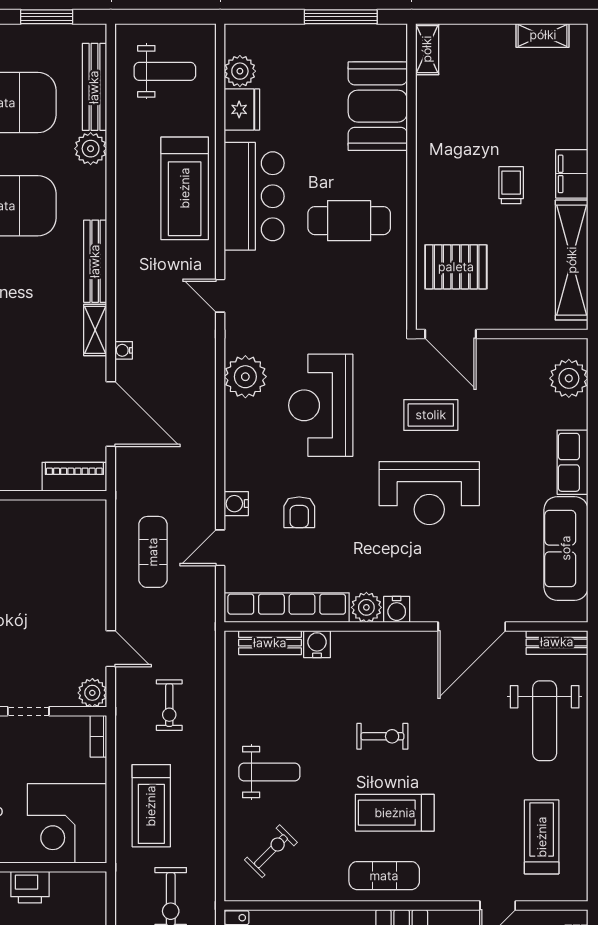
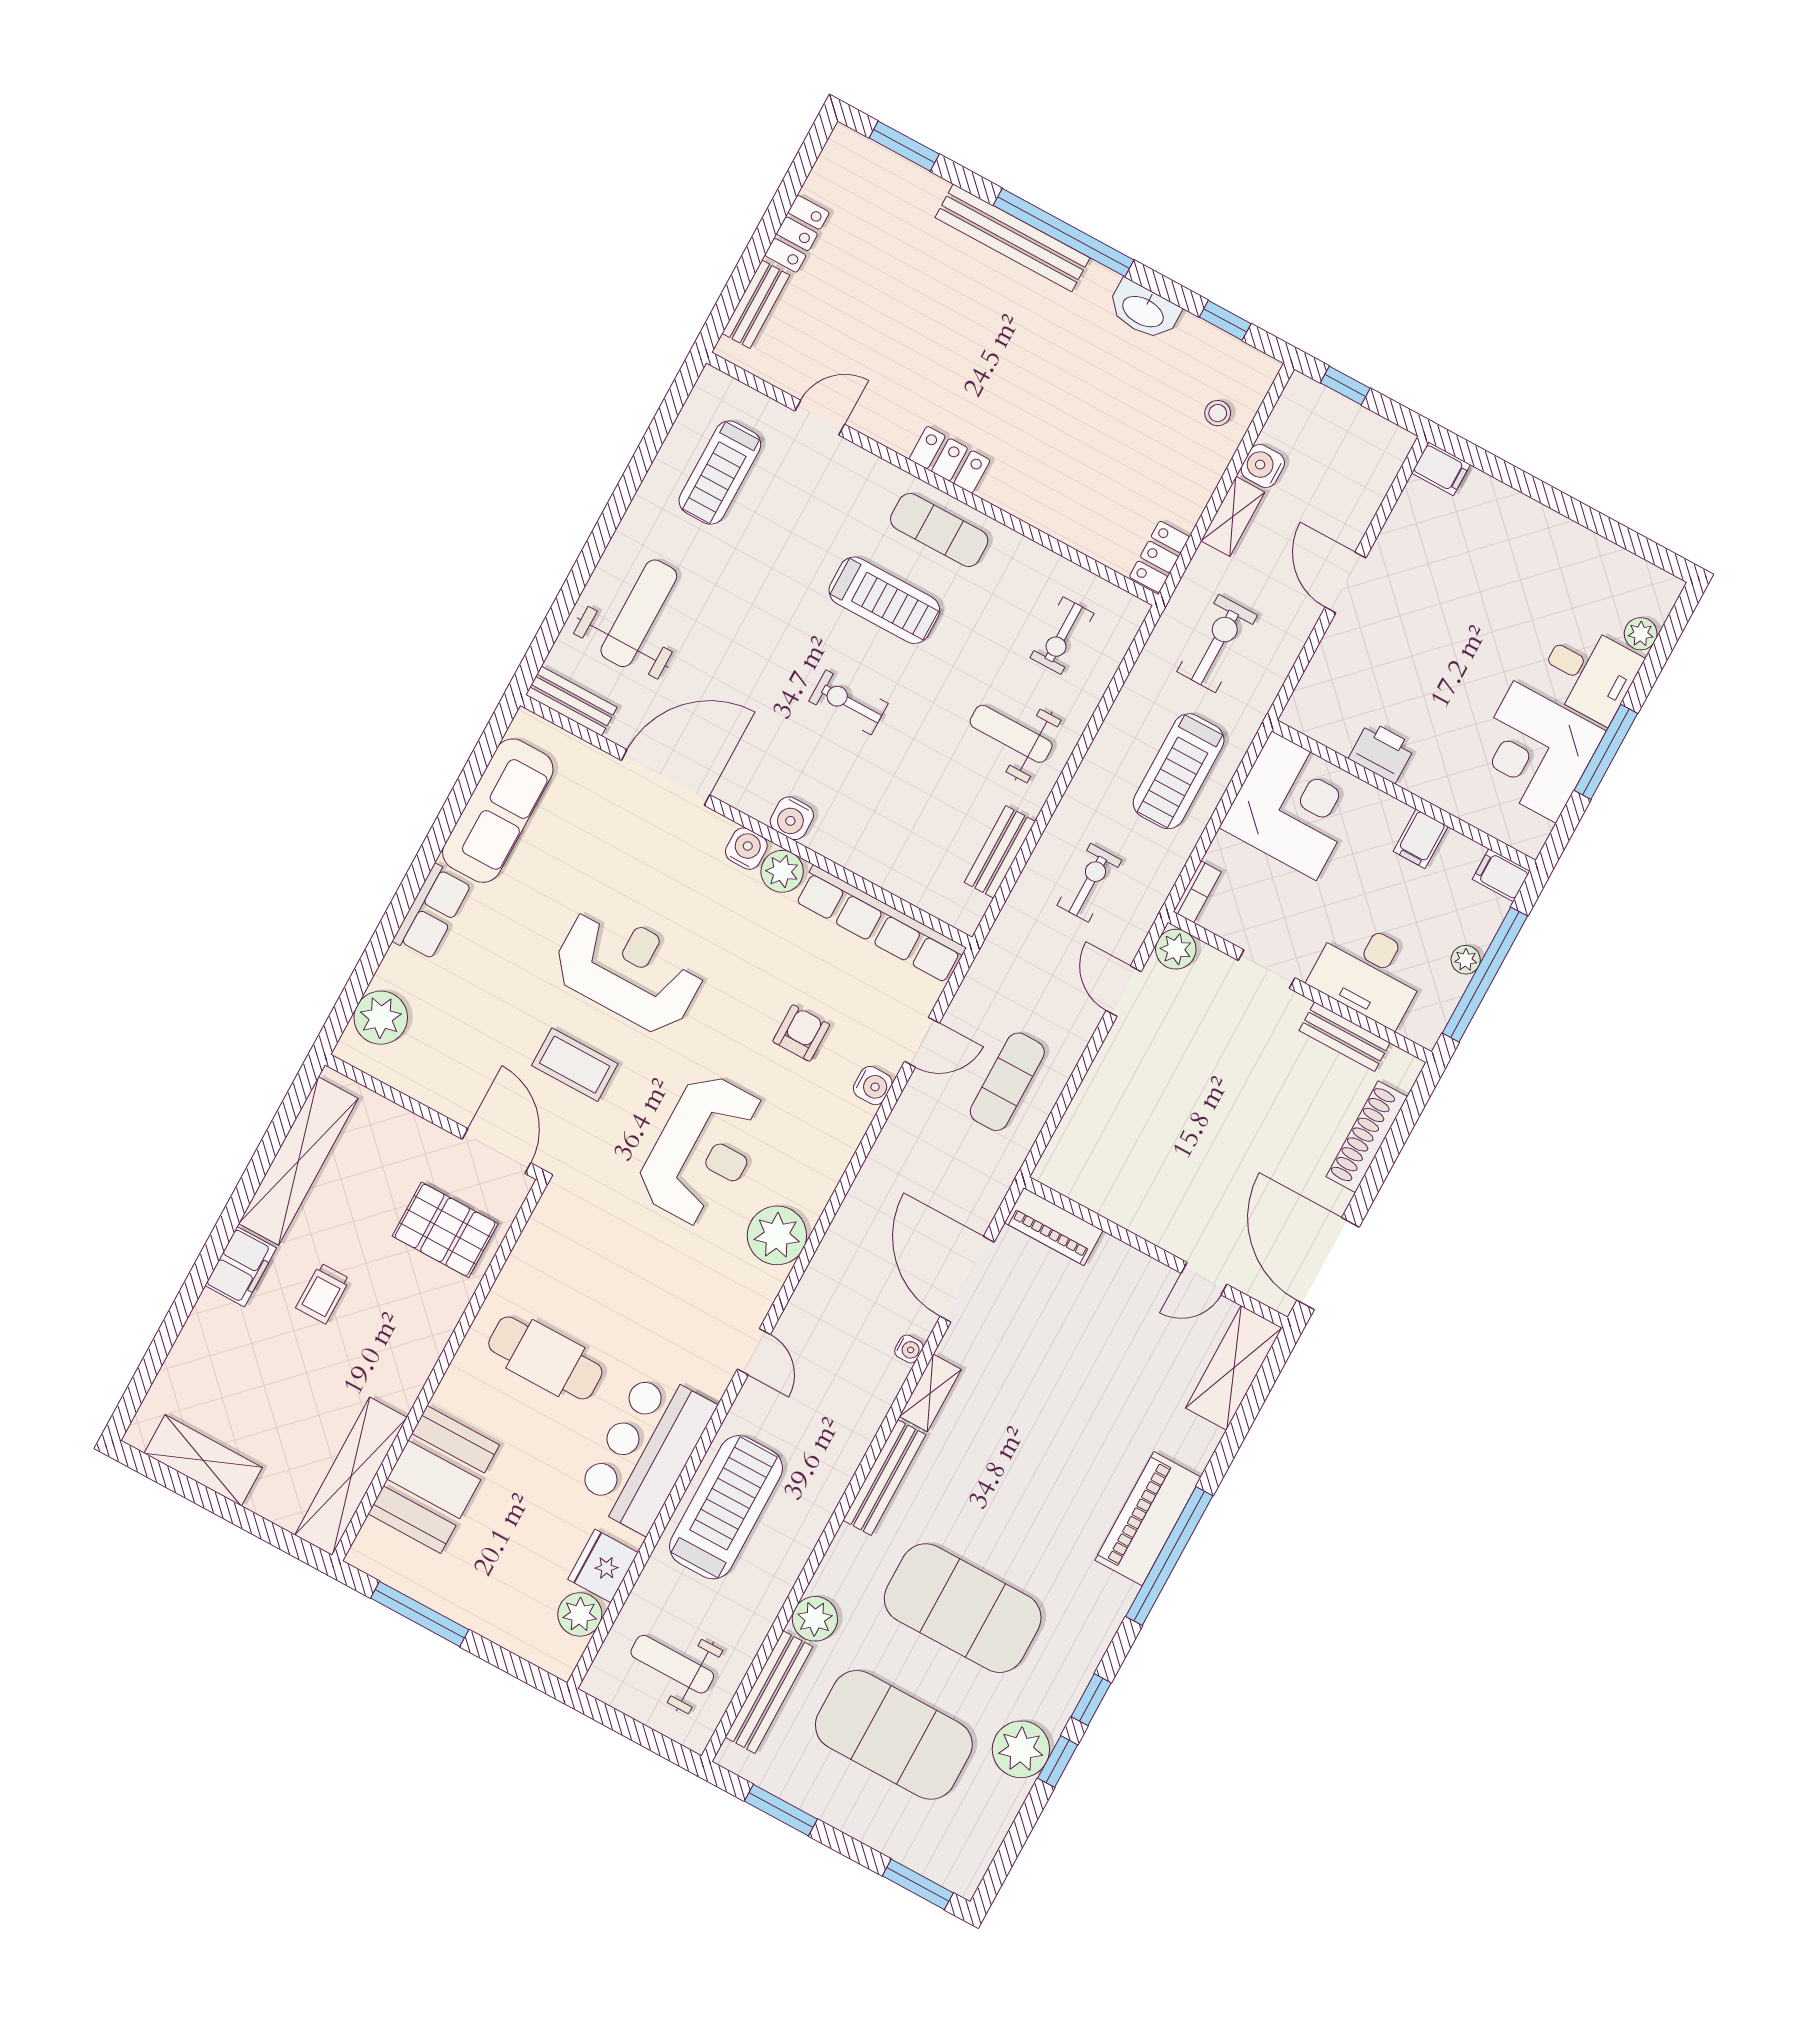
shelving: (543, 35) -> (203, 1460), width x1.50, depth x1.33
shelving: (427, 49) -> (351, 1476), width x2.20, depth x1.33
bench: (270, 643) -> (1000, 852), moved, turned 90
water cooler: (317, 644) -> (792, 818), moved
treadmill: (151, 806) -> (1179, 771), turned 180
exercise bike: (271, 851) -> (1062, 636), turned -45

